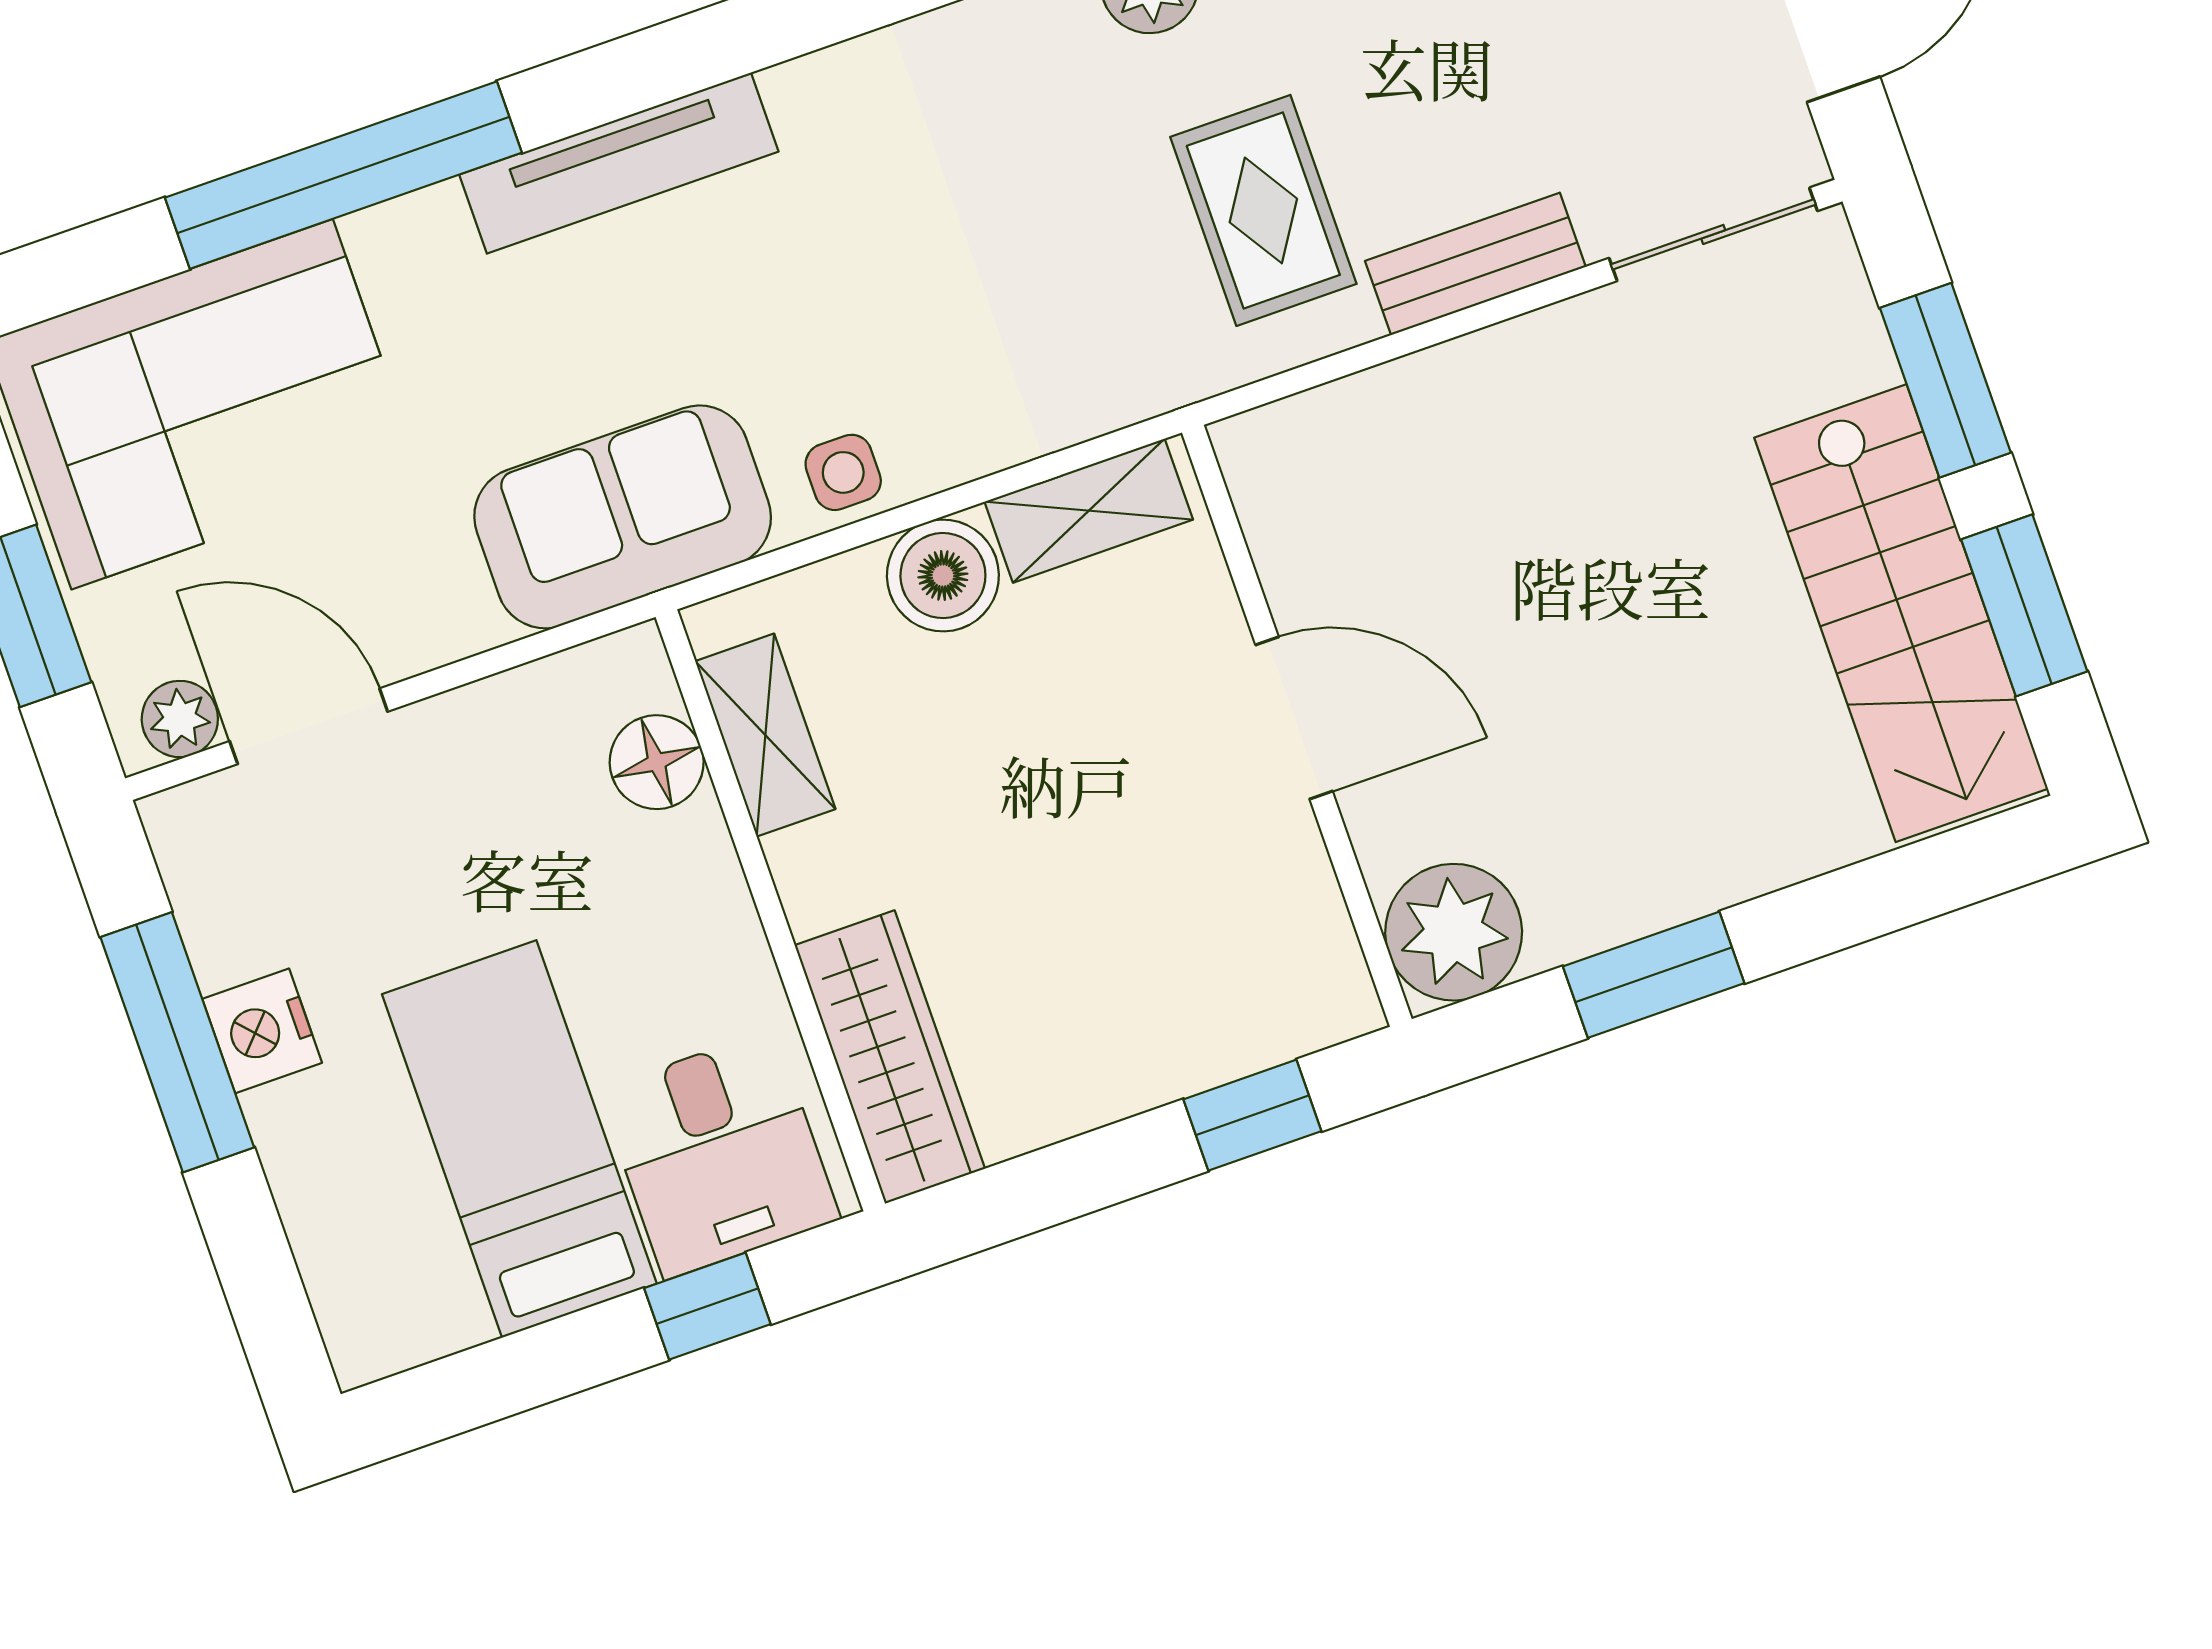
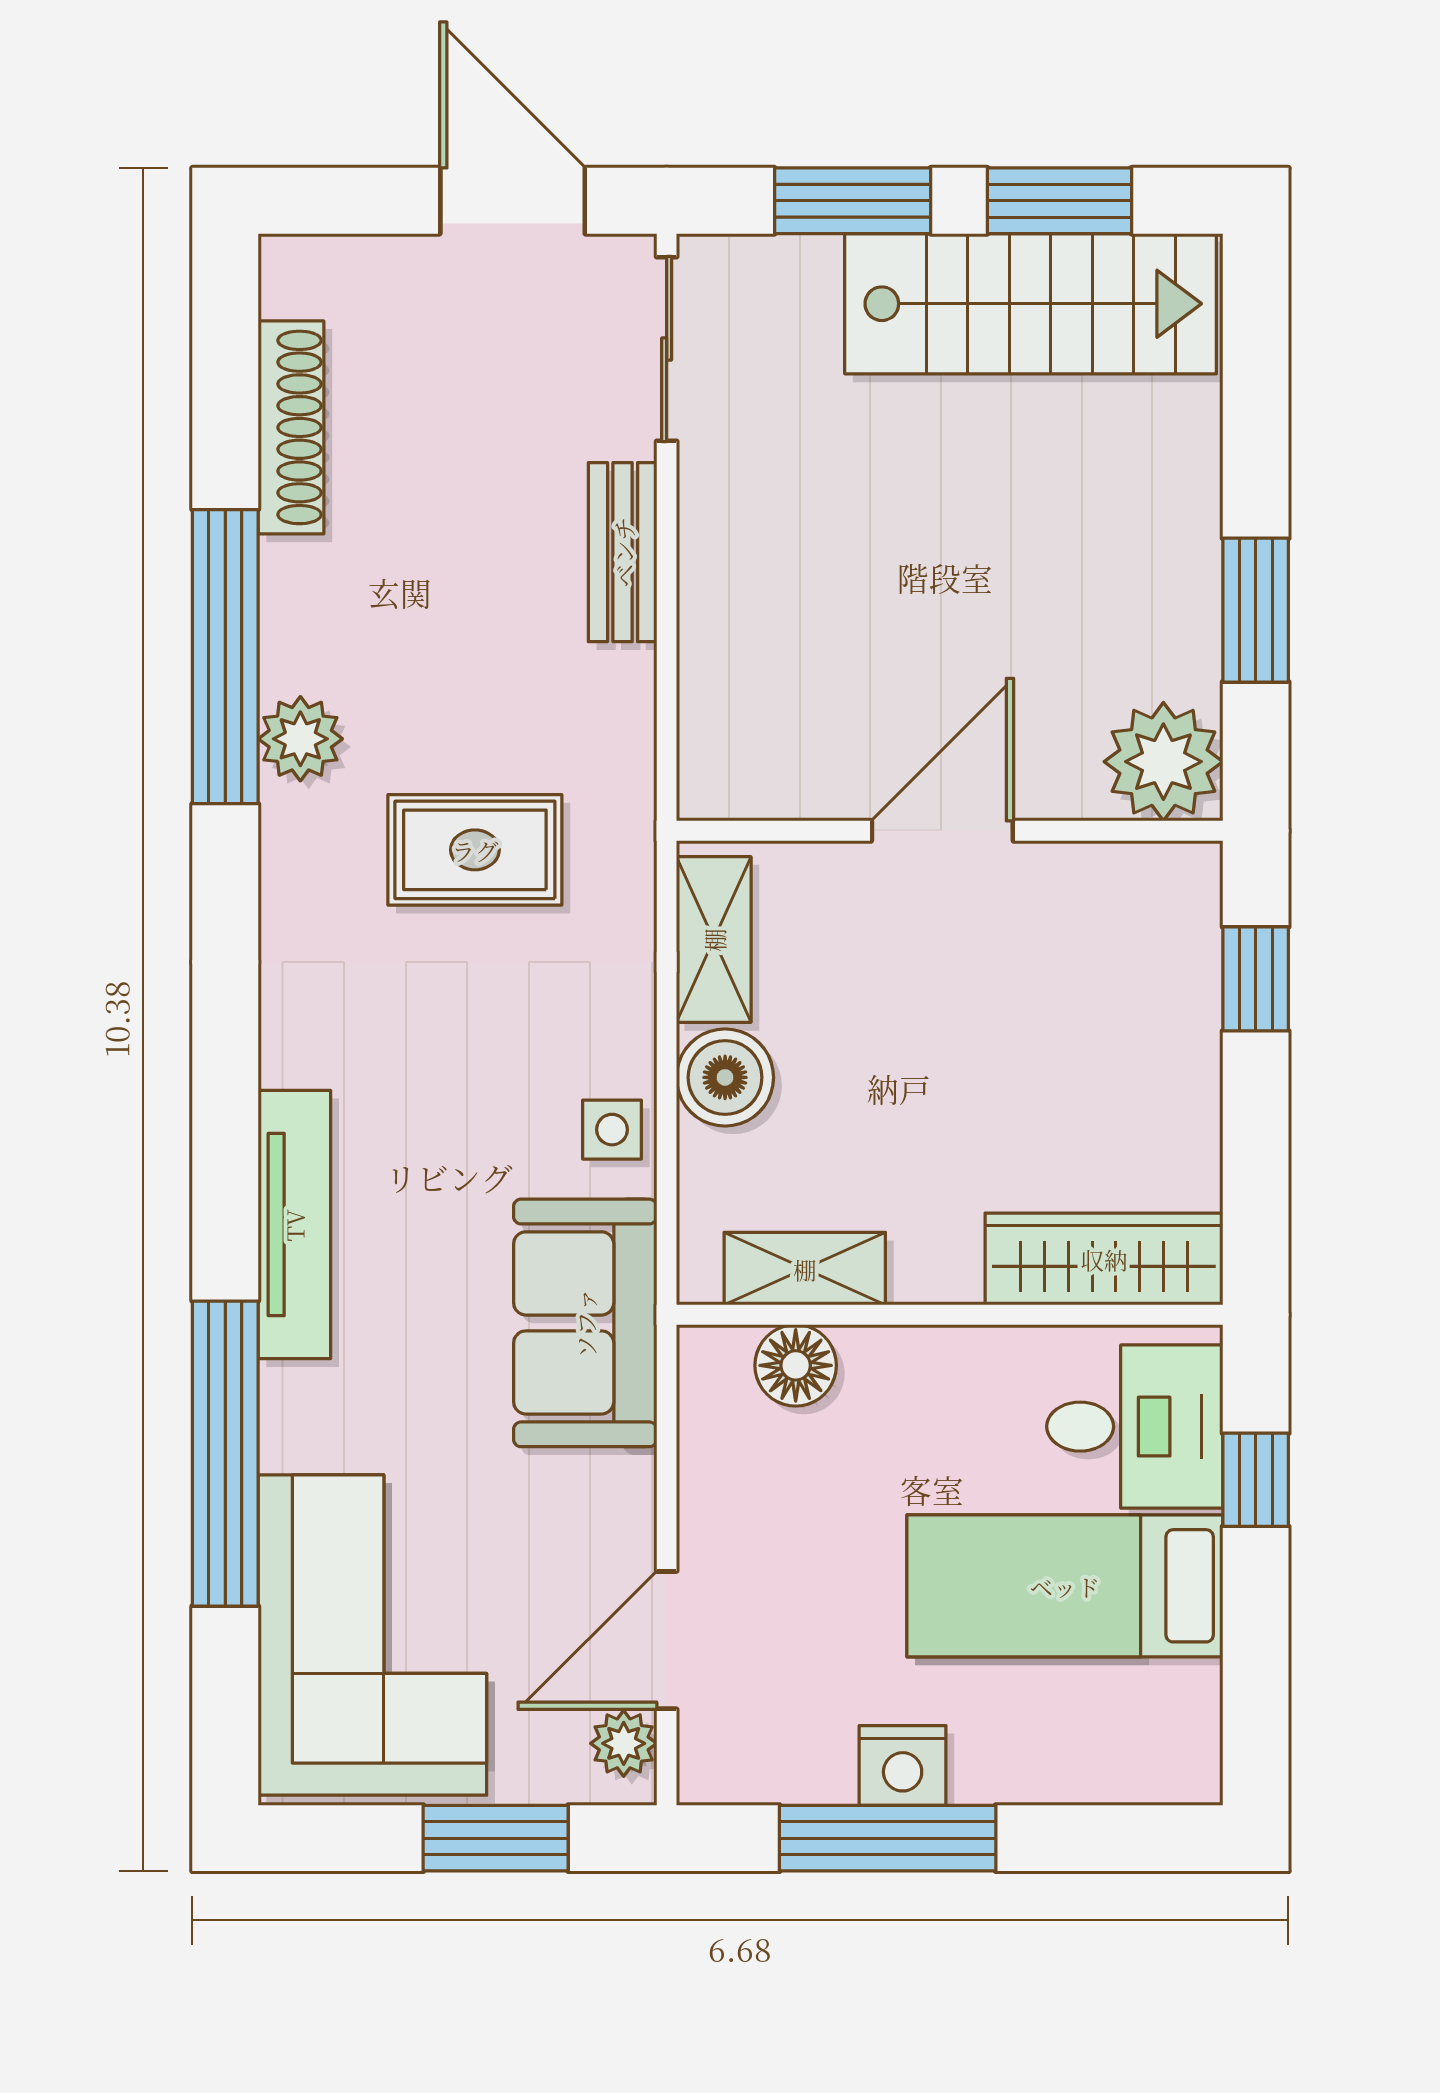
rug: (1263, 210) -> (475, 850), moved

